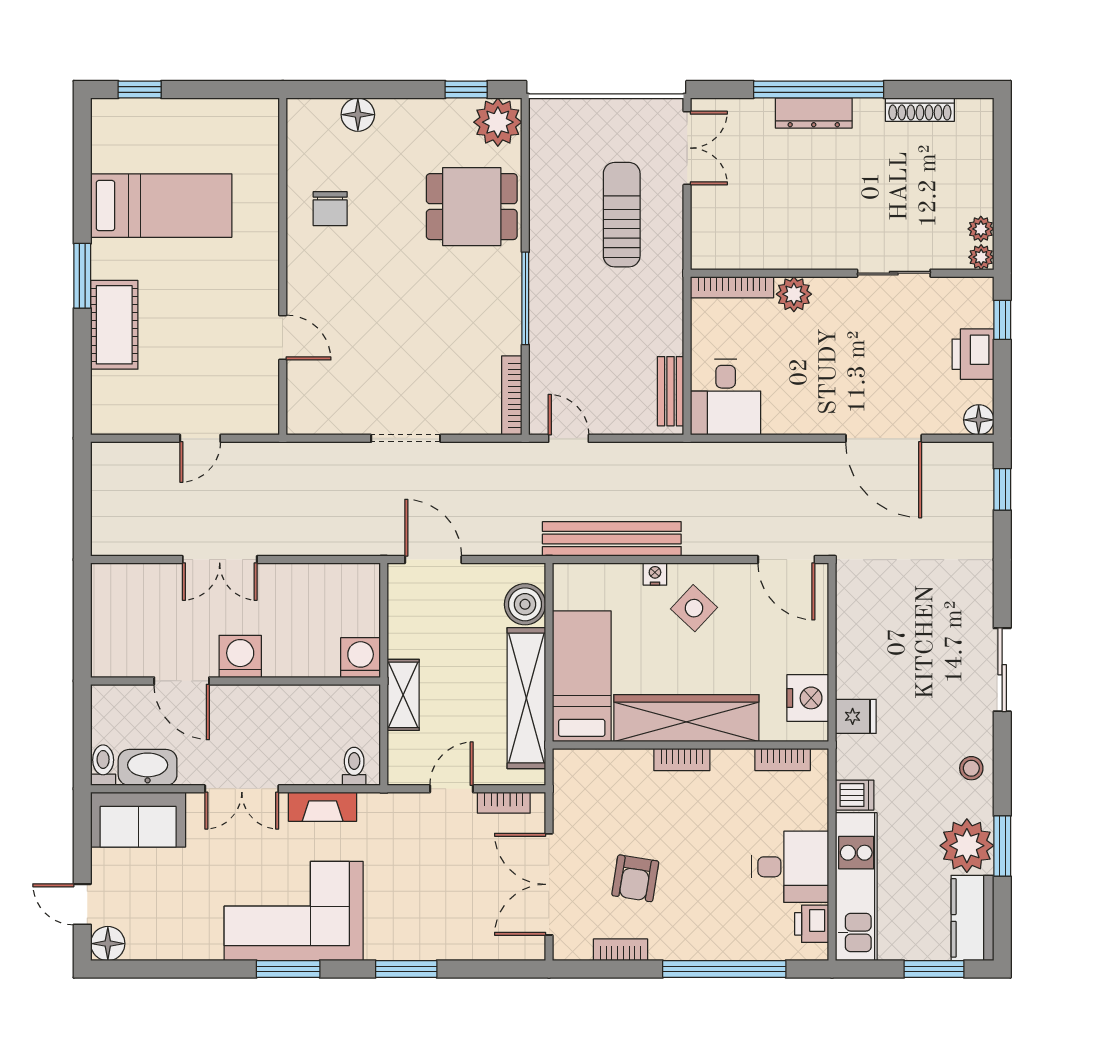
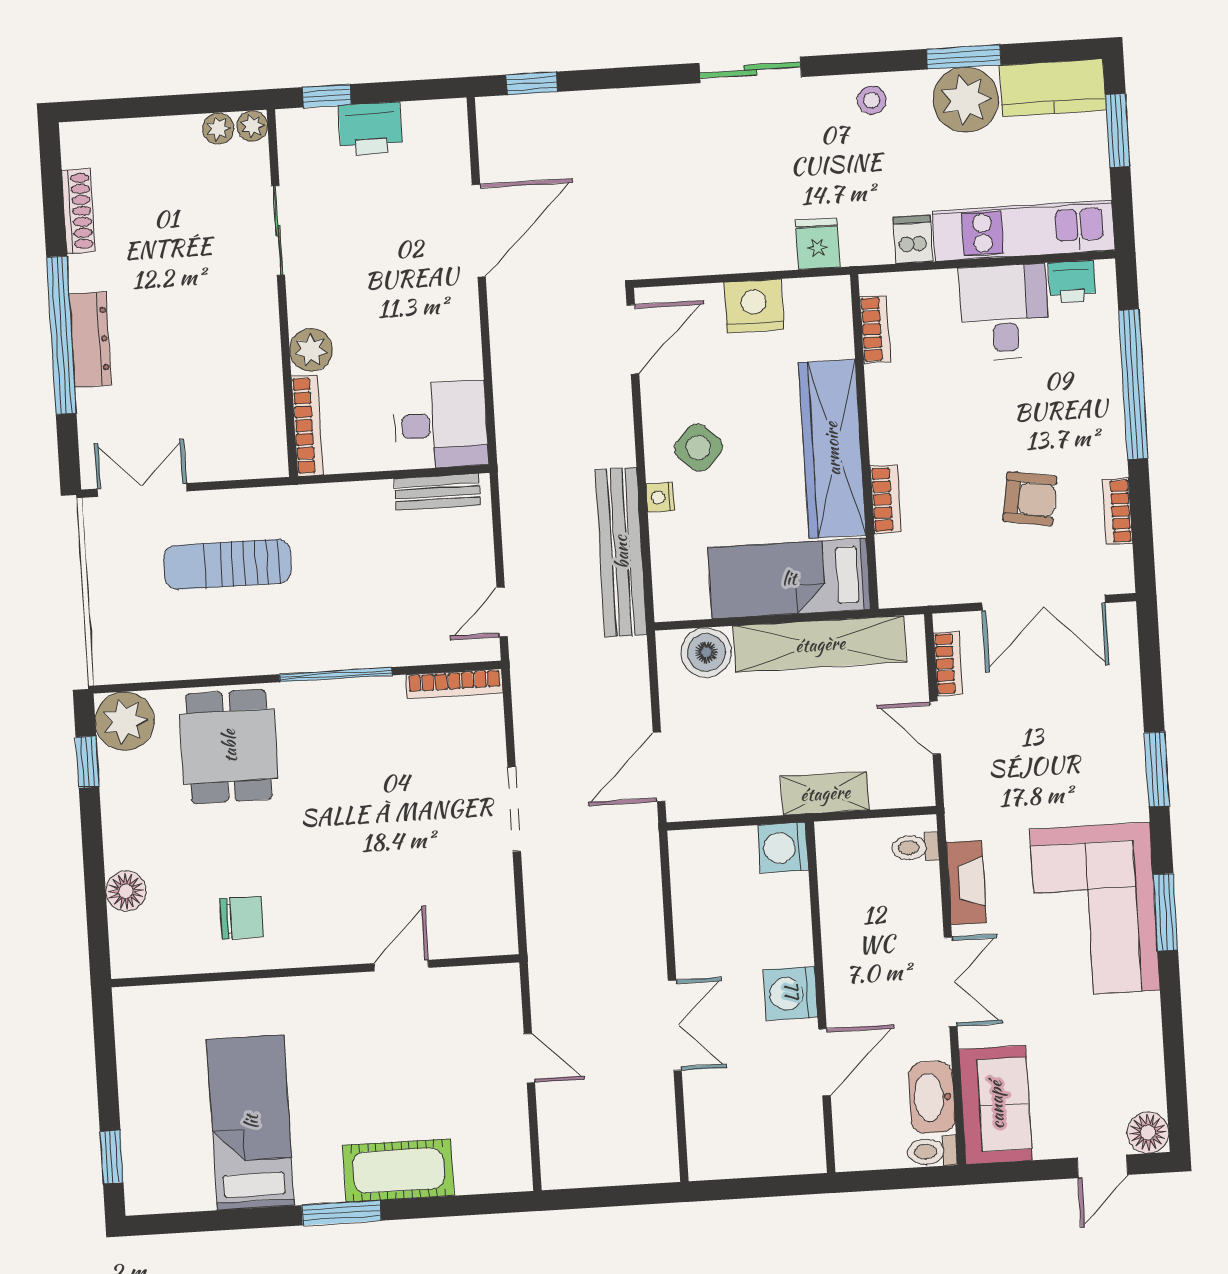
floor lamp: (979, 420) -> (449, 117), removed
nightstand: (808, 698) -> (754, 306), moved
bookcase: (682, 759) -> (886, 499), moved

